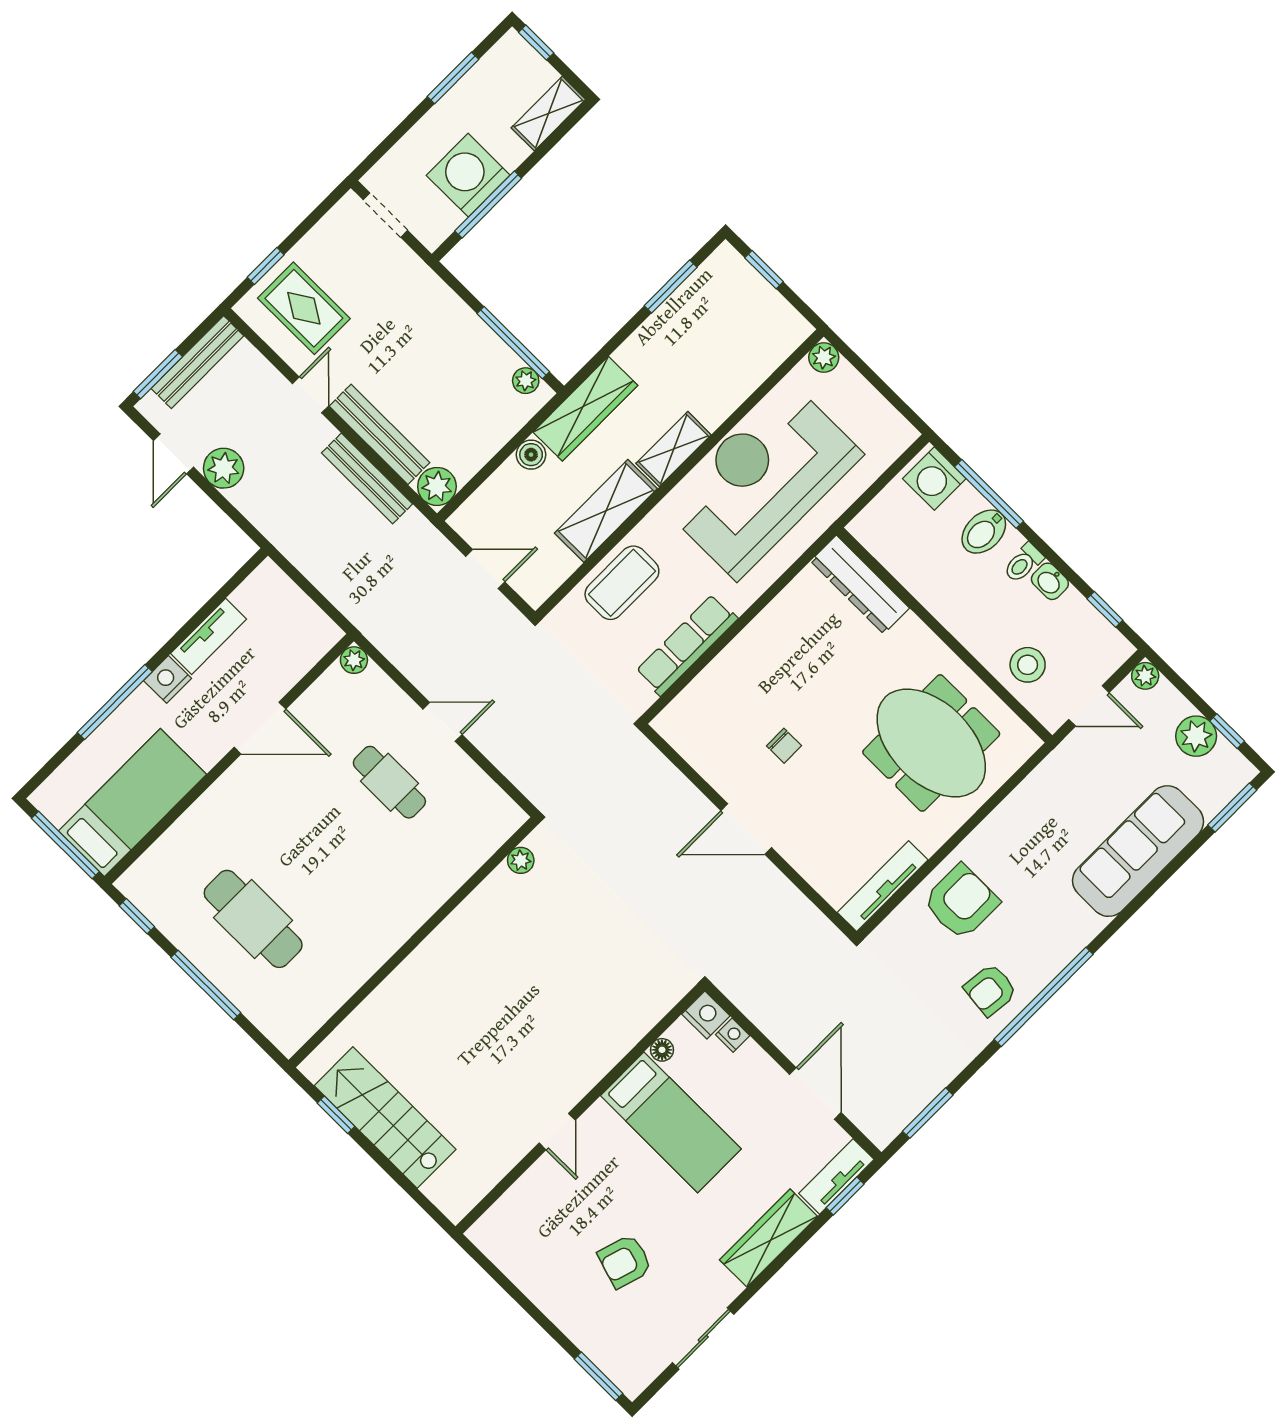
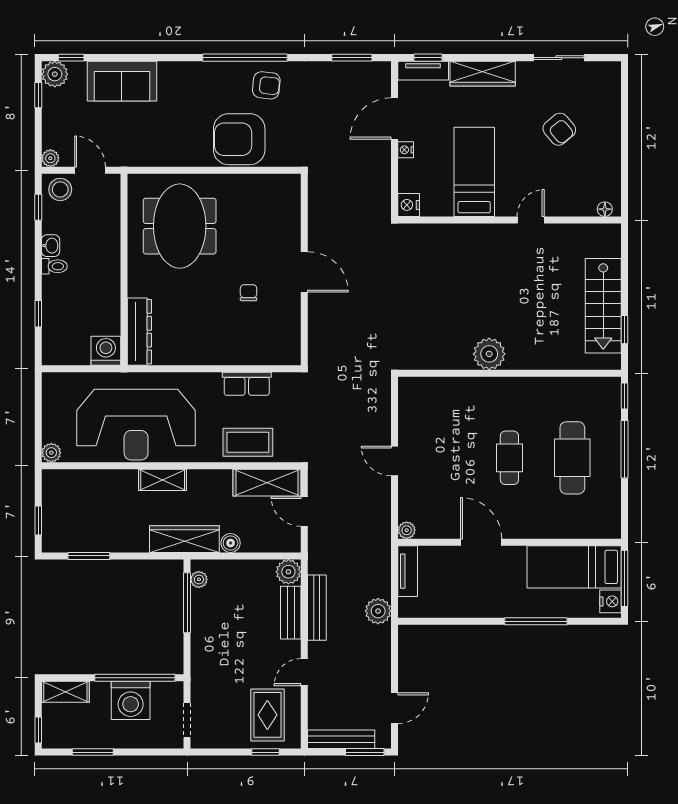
window: (488, 205) -> (135, 678), width x1.46
bench: (380, 434) -> (291, 613), width x0.73
plant: (224, 468) -> (378, 611), moved
washing machine: (934, 479) -> (106, 351), moved, turned -90
window: (989, 494) -> (38, 314), width x0.46
shelving: (606, 511) -> (267, 483), moved
bidet: (984, 532) -> (58, 299), removed
tv unit: (209, 636) -> (408, 571), moved, turned 90
row of seats: (687, 645) -> (247, 384), width x0.68
stool: (1028, 665) -> (60, 189), moved
nightstand: (167, 679) -> (611, 601), moved, turned -90
plant: (1196, 736) -> (55, 74), moved
cafe table: (389, 782) -> (509, 458), moved
window: (1232, 808) -> (71, 58), width x0.67
sofa: (1138, 851) -> (122, 81), width x0.73
plant: (521, 860) -> (489, 354), moved, width x1.87, depth x1.87
tv unit: (883, 886) -> (268, 183), removed
armchair: (961, 902) -> (239, 139), width x1.36, depth x1.36
window: (137, 916) -> (624, 396), moved
nightstand: (733, 1035) -> (406, 150), moved
floor lamp: (662, 1050) -> (605, 209), moved
armchair: (625, 1261) -> (559, 129), turned 33
window: (598, 1376) -> (624, 88), removed

